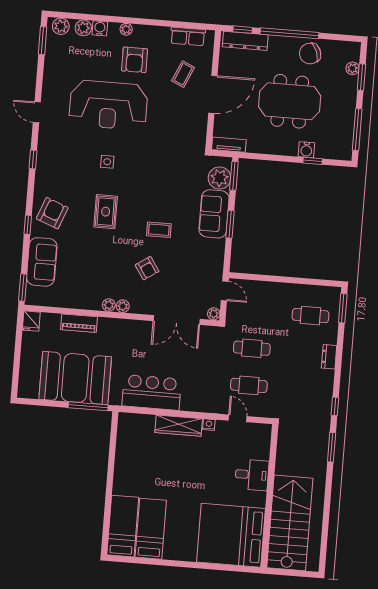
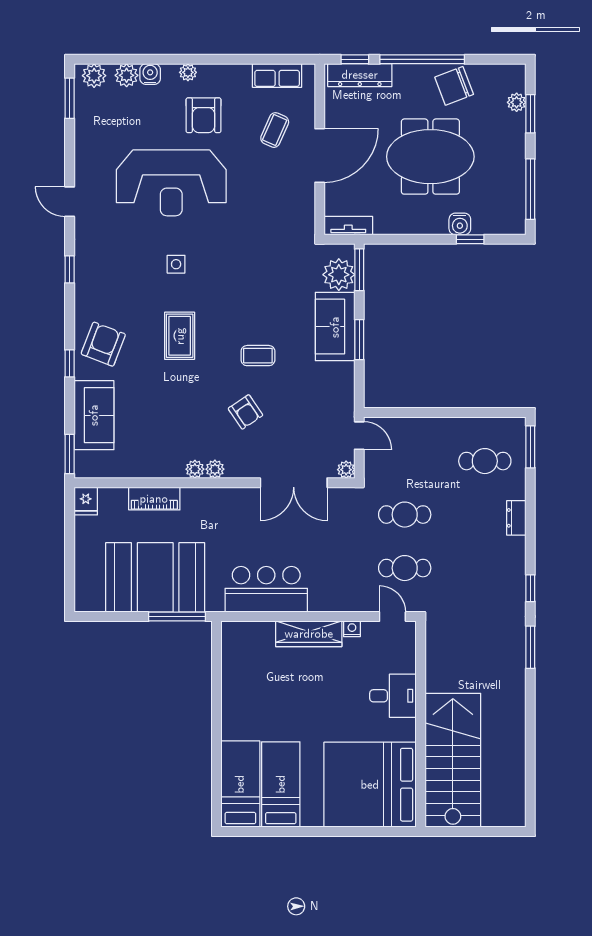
desk: (252, 475) -> (393, 696), moved
wall: (269, 496) -> (421, 724), moved
stairs: (290, 523) -> (453, 760), moved
bed: (231, 535) -> (370, 785), moved

